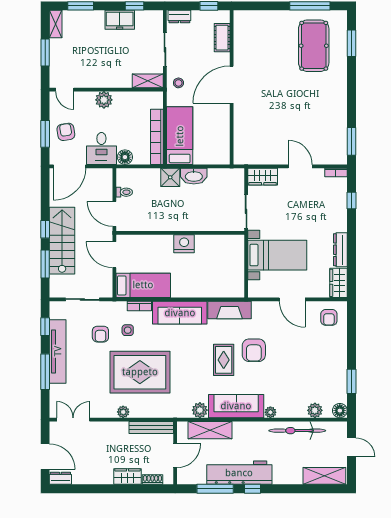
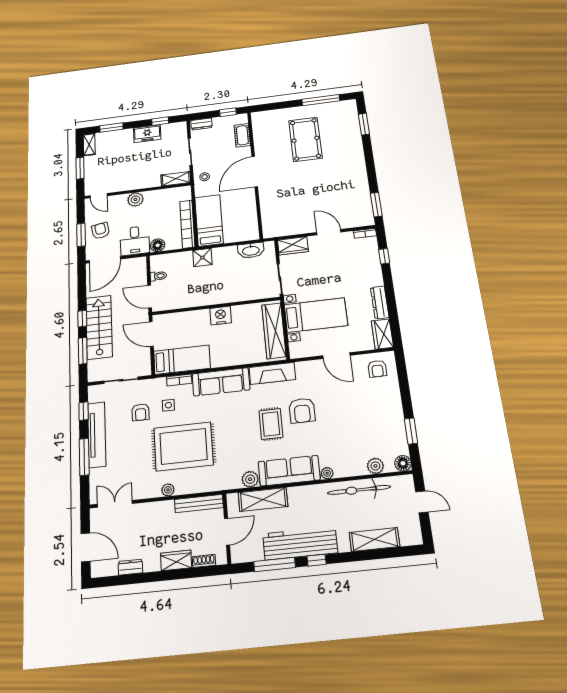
pool table: (314, 46) -> (305, 139), moved
washbasin: (194, 176) -> (251, 250), moved
wardrobe: (235, 266) -> (274, 331), added
shelving: (324, 476) -> (374, 539), moved
dresser: (60, 478) -> (130, 567), moved

